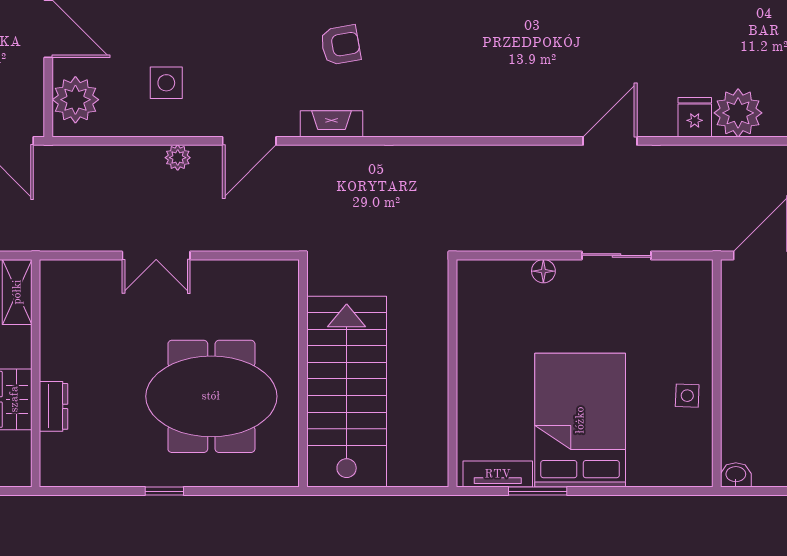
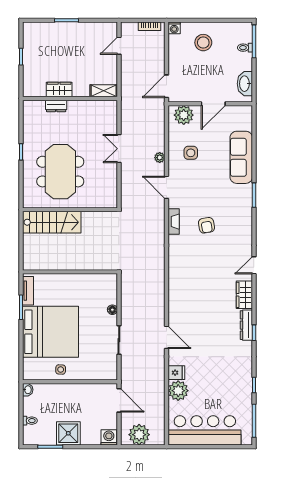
stairs: (347, 392) -> (52, 222), width x0.73, depth x0.66
bed: (580, 420) -> (50, 332), width x1.36

